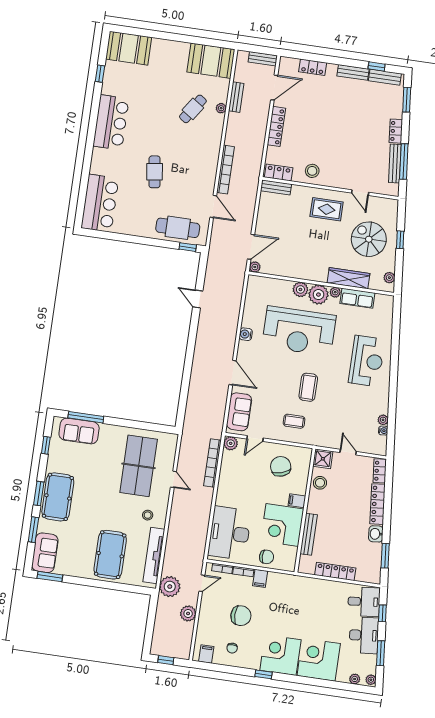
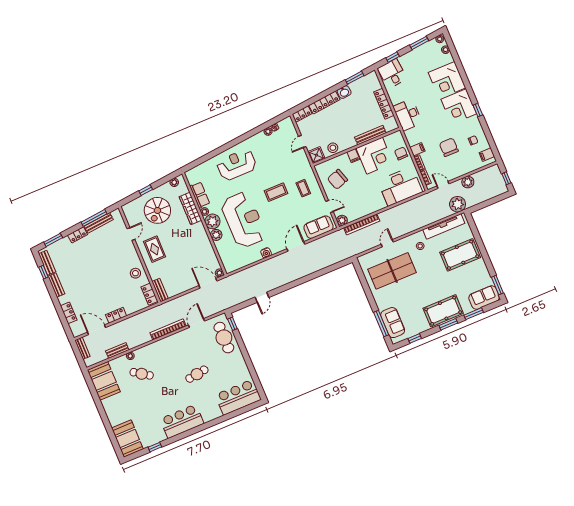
locker: (276, 126) -> (116, 315), width x0.66
desk: (364, 635) -> (408, 115), moved, turned -84

